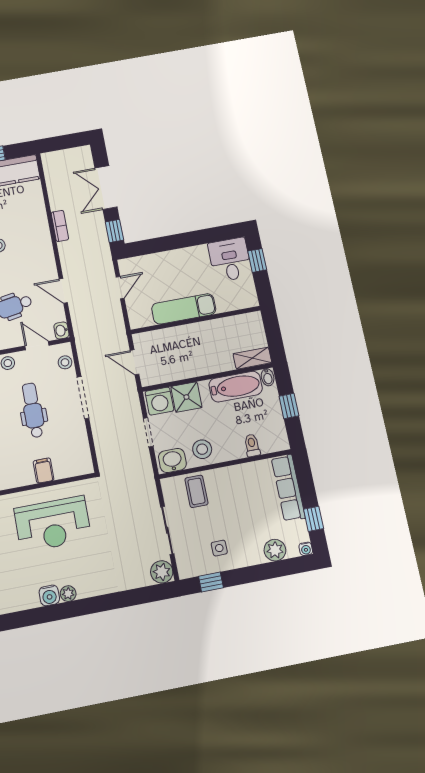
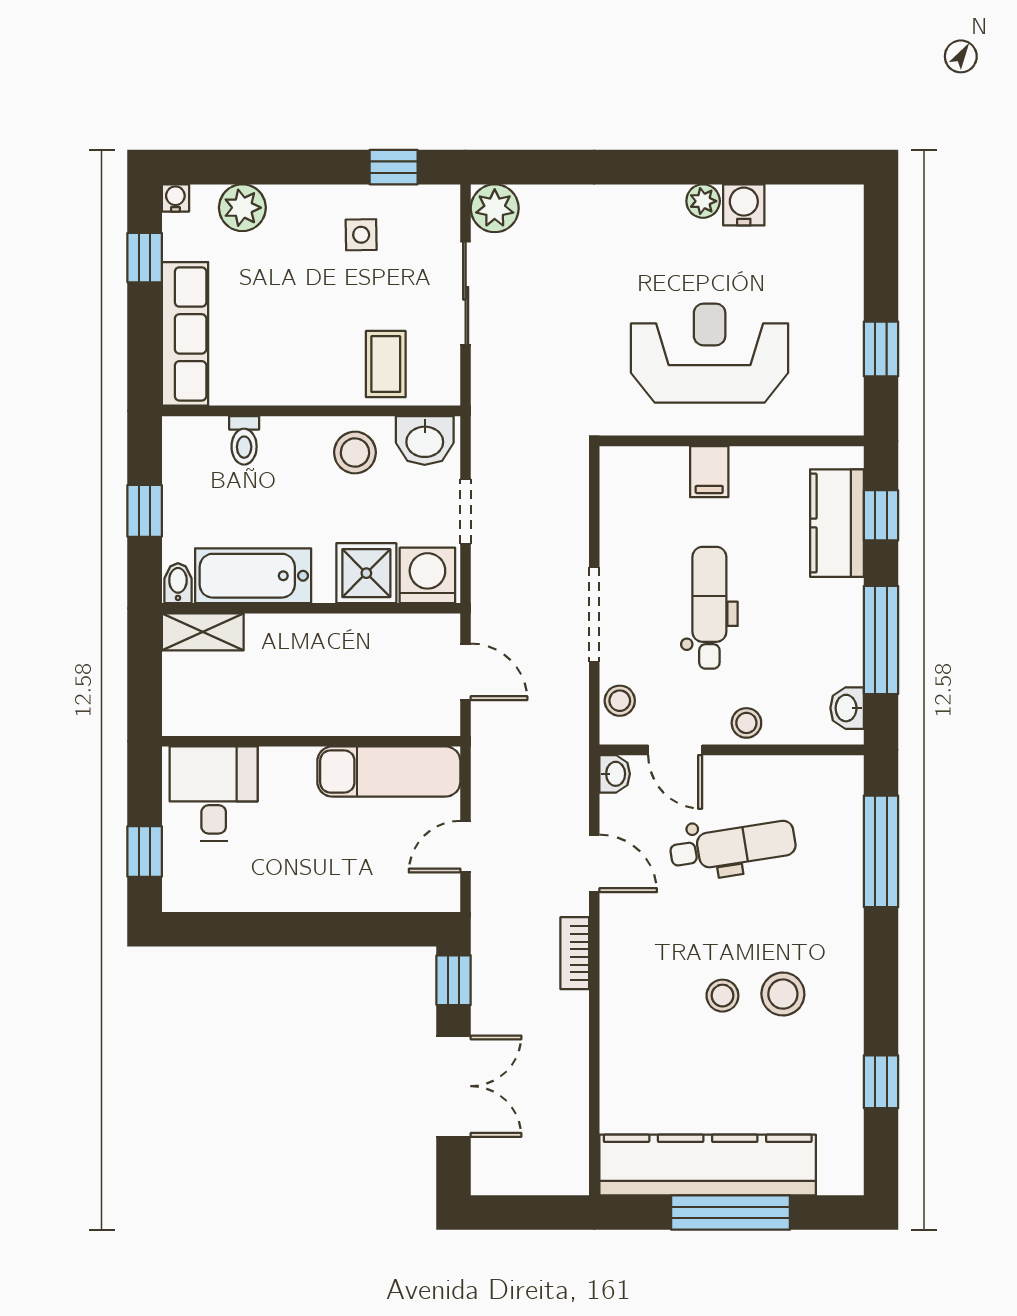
bookcase: (60, 226) -> (575, 953), moved
desk: (230, 260) -> (214, 794), moved, turned 180
exam couch: (184, 309) -> (389, 772), moved
dental chair: (33, 410) -> (709, 608), turned 180

